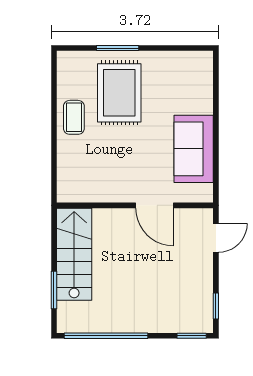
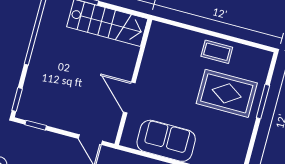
door: (154, 205) -> (129, 98), hinge flipped

